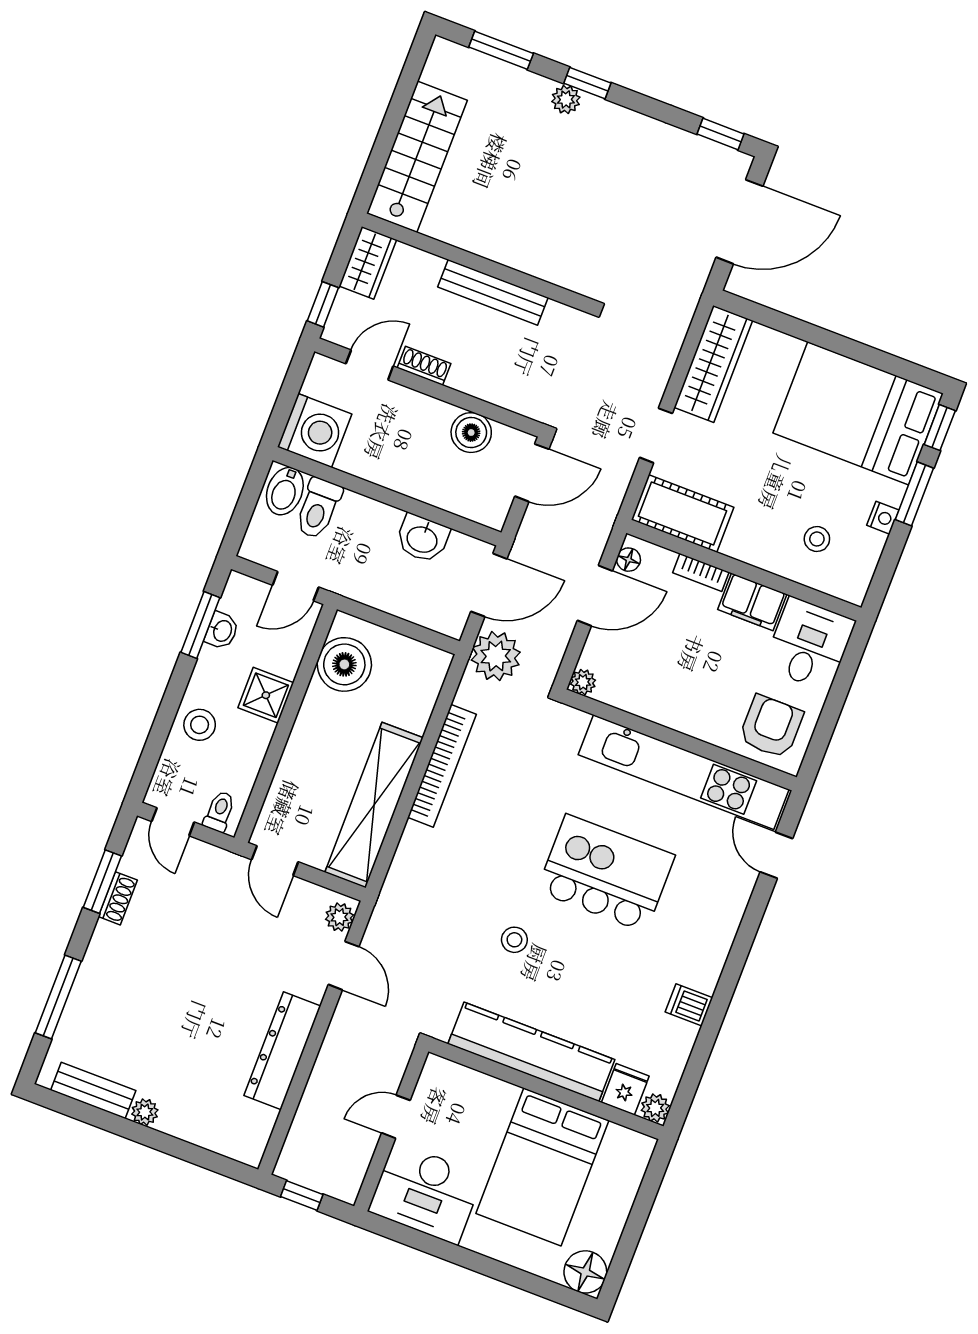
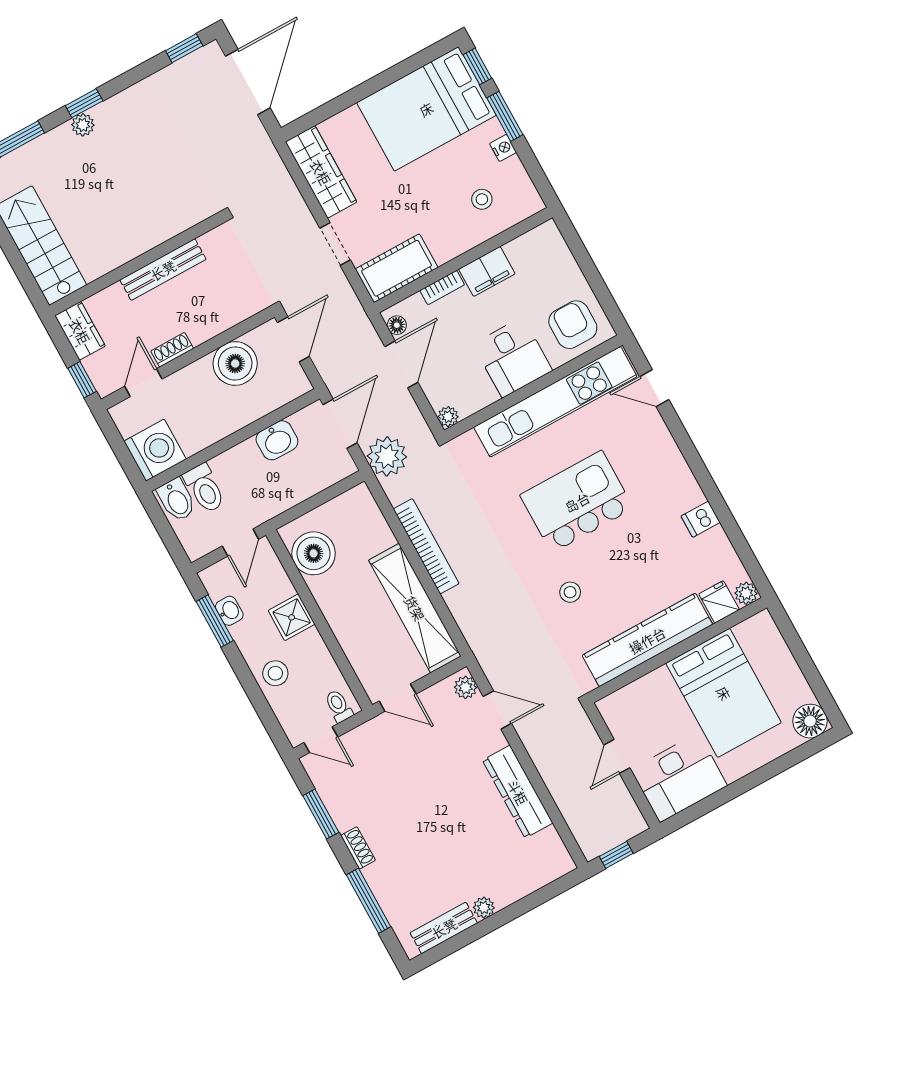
boiler: (471, 433) -> (235, 364), width x1.37, depth x1.37
desk: (809, 644) -> (513, 357), moved, turned 180
shoe rack: (118, 898) -> (358, 848), moved

